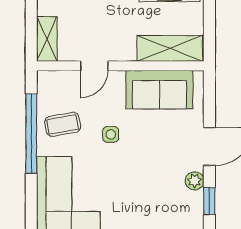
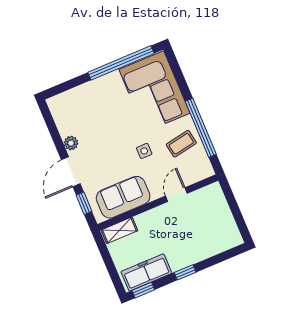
shelving: (47, 39) -> (218, 200), removed
shelving: (170, 48) -> (119, 230), width x0.67, depth x0.75
window: (209, 201) -> (84, 203), moved

